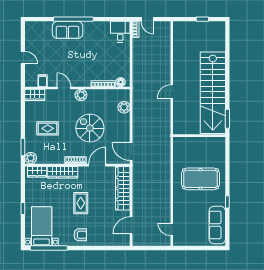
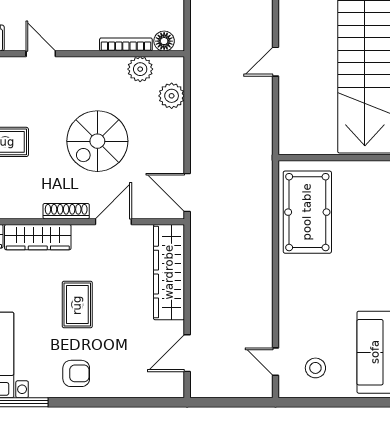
plant: (81, 95) -> (140, 69), moved
spiral stairs: (90, 128) -> (97, 141), turned -90
pool table: (200, 179) -> (307, 212), moved, turned 90
stool: (190, 232) -> (315, 368), added

